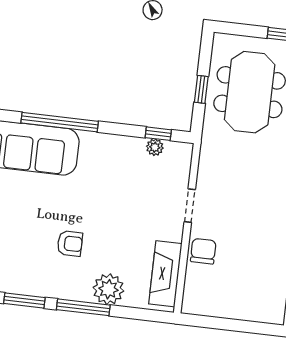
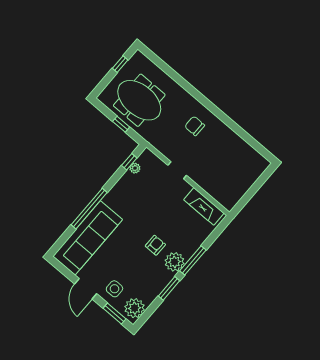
chair: (203, 251) -> (195, 126), moved
plant: (108, 289) -> (175, 262), moved

